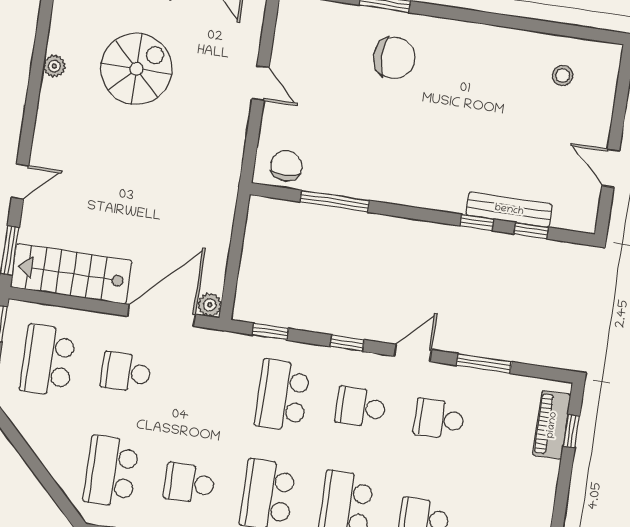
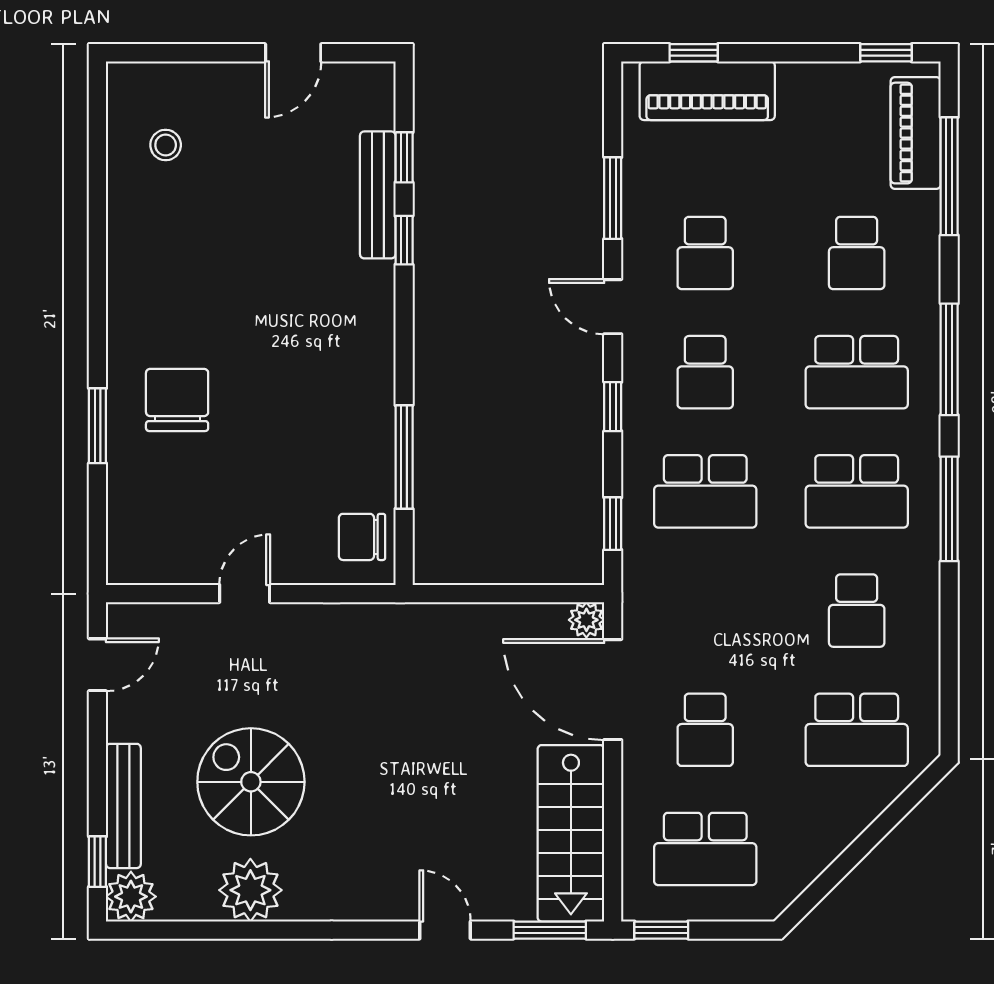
plant: (54, 66) -> (250, 890), width x1.88, depth x1.88
piano: (552, 425) -> (707, 91), width x1.37, depth x1.33

